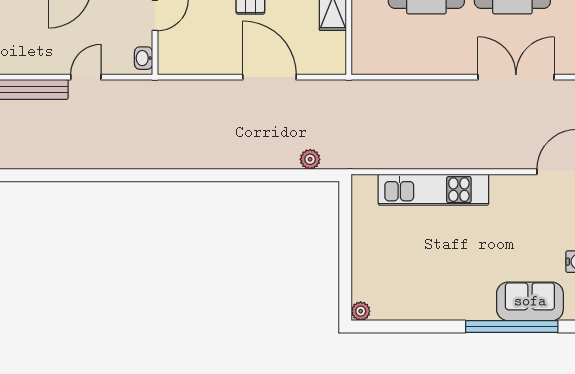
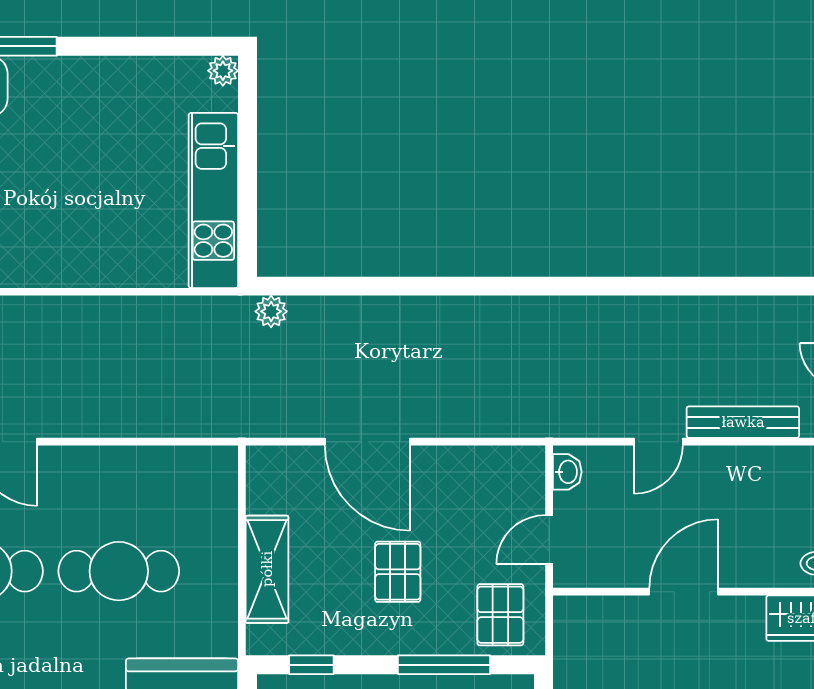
plant: (310, 159) -> (271, 311), moved
kitchen unit: (433, 190) -> (213, 200), moved, turned -90

